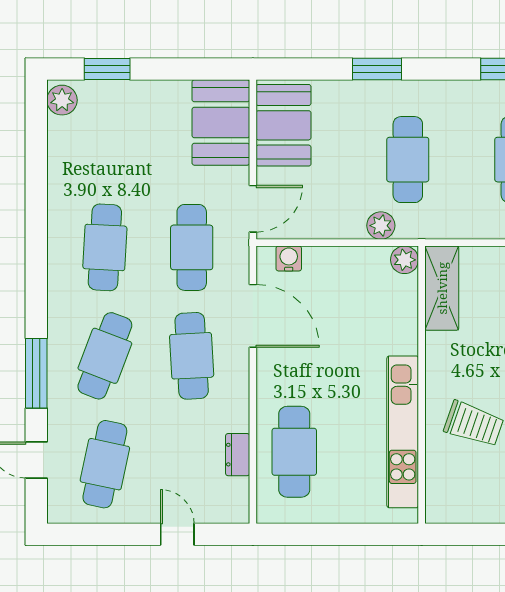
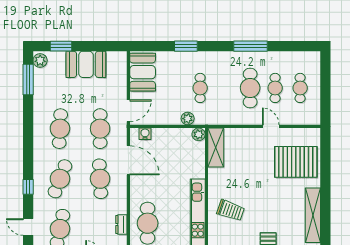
booth: (221, 123) -> (86, 64), moved, turned 90
window: (36, 141) -> (28, 79), added
cafe table: (408, 160) -> (200, 88), width x0.73, depth x0.74
window: (36, 373) -> (28, 187), width x0.46

